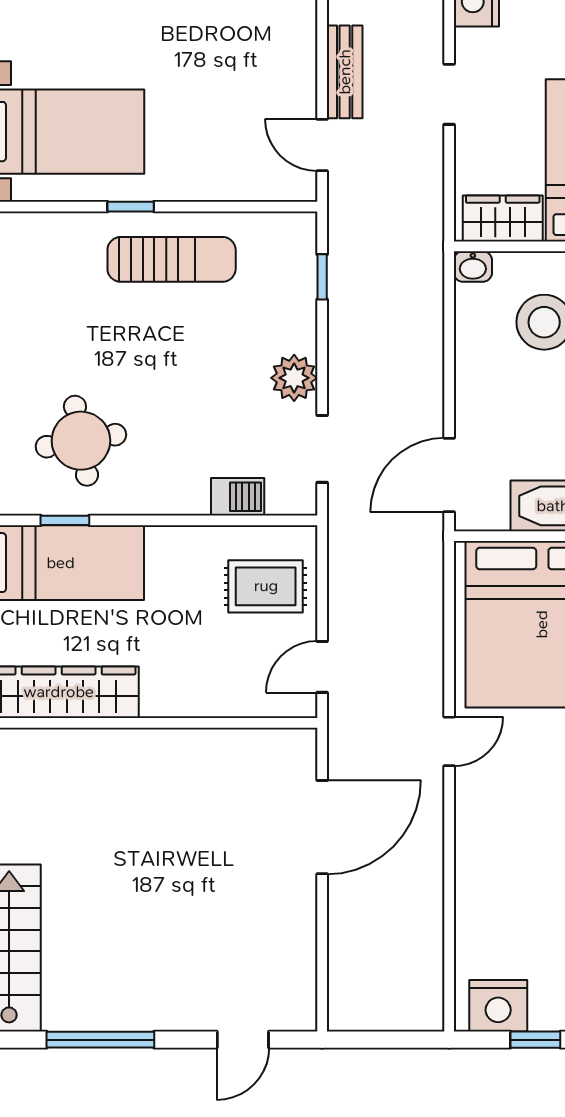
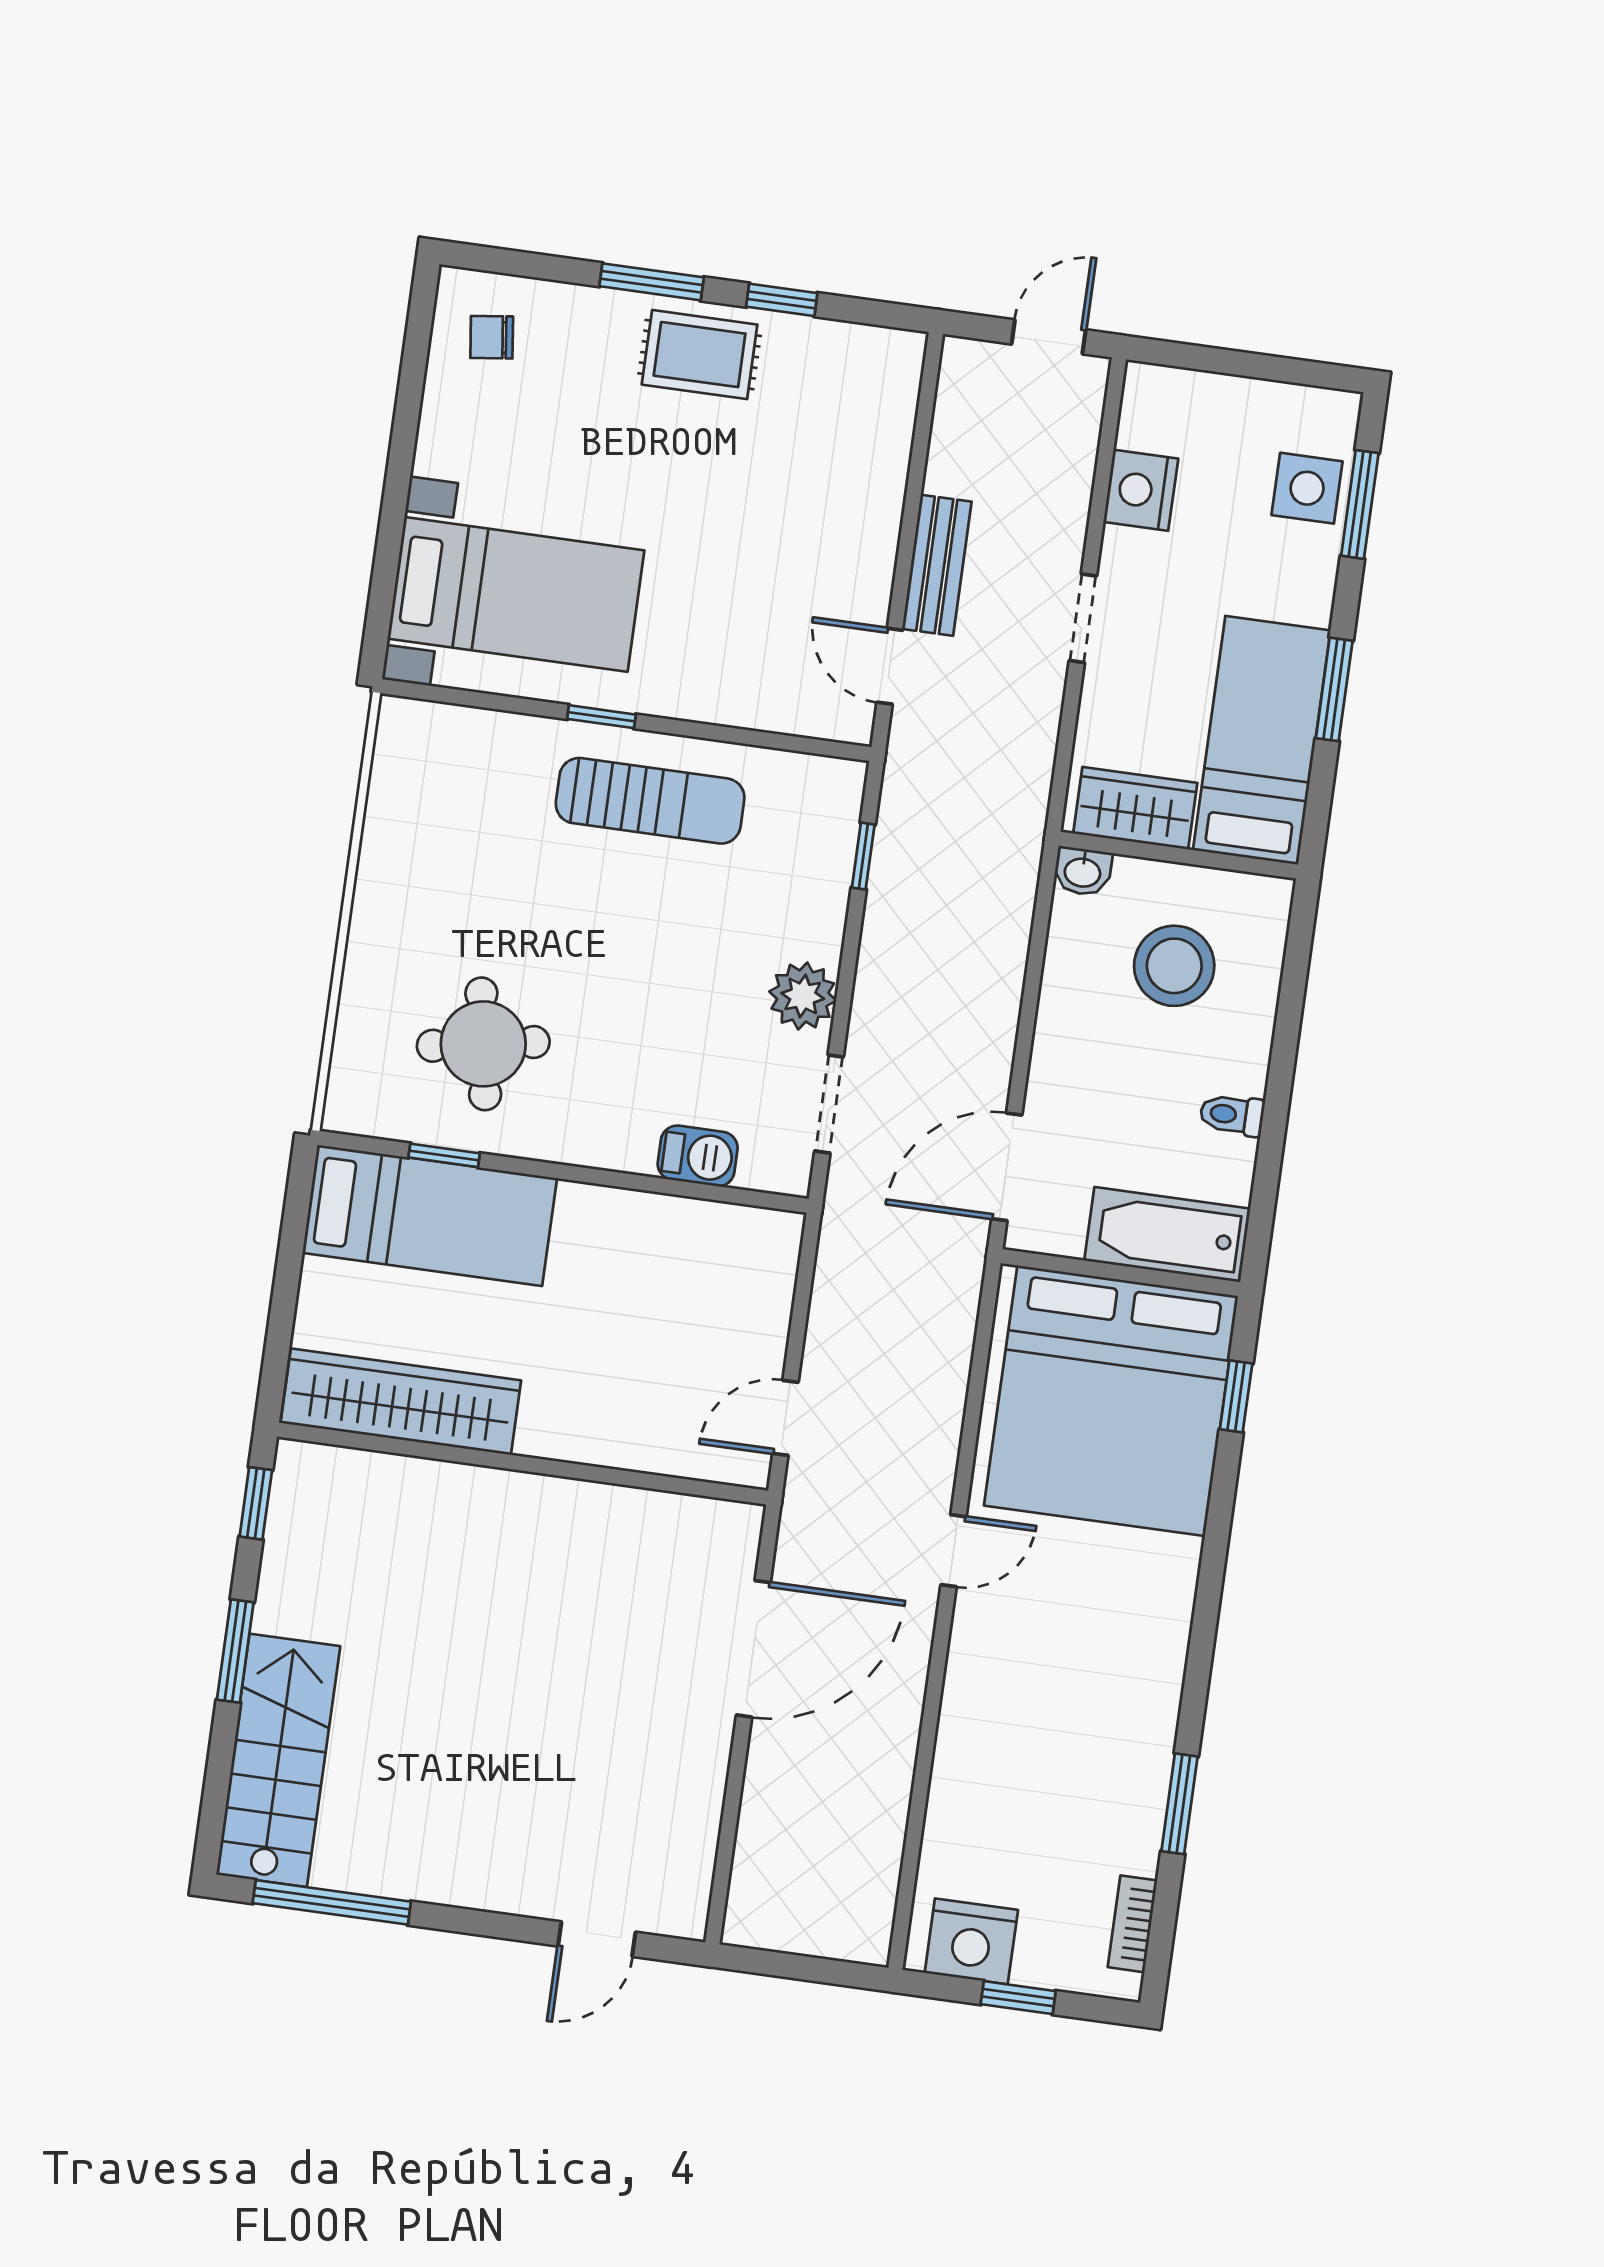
rug: (266, 586) -> (720, 1291), removed
window: (100, 1040) -> (332, 1902), moved

